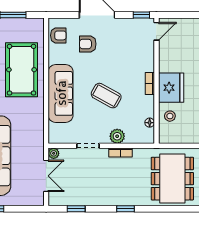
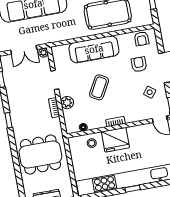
side table: (123, 37) -> (150, 92), added

